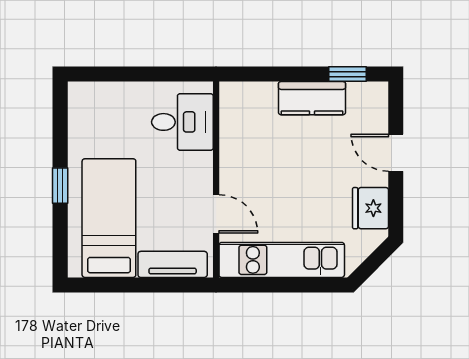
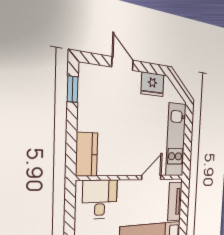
kitchen counter: (312, 98) -> (87, 154), moved
door: (396, 153) -> (123, 64), swing flipped

